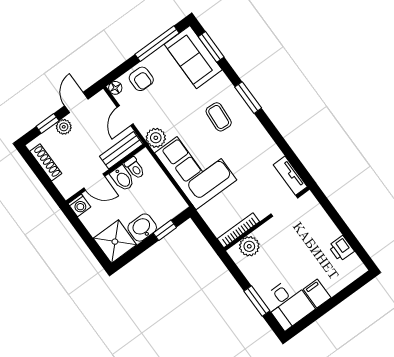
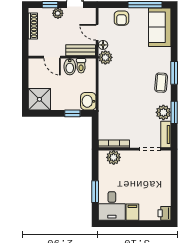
window: (211, 47) -> (174, 112), moved
floor lamp: (115, 88) -> (103, 45), moved
door: (125, 116) -> (97, 32), hinge flipped
coffee table: (219, 117) -> (161, 83), moved
plant: (269, 152) -> (163, 112), added
corner sofa: (196, 166) -> (116, 90), removed
washing machine: (79, 205) -> (34, 64), removed
washbasin: (142, 228) -> (88, 101), moved, turned -90
printer: (341, 249) -> (165, 213), moved

